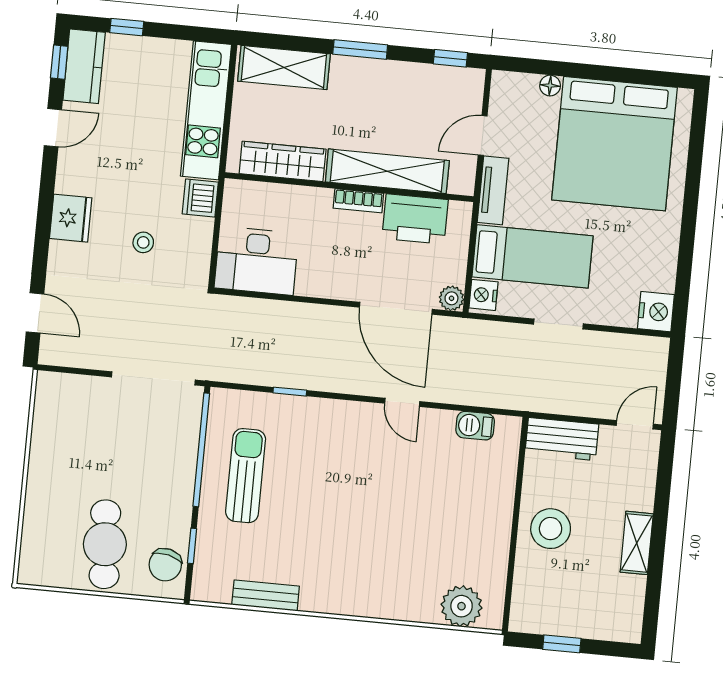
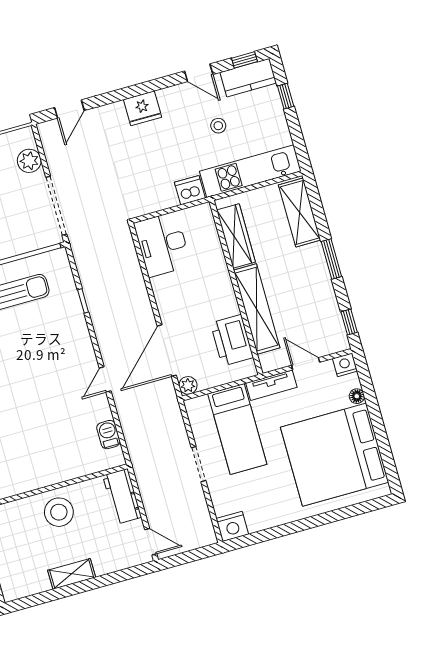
bookcase: (358, 201) -> (229, 297), removed
stool: (143, 242) -> (218, 126), moved
nightstand: (483, 295) -> (345, 365), moved
plant: (82, 391) -> (29, 161), added

